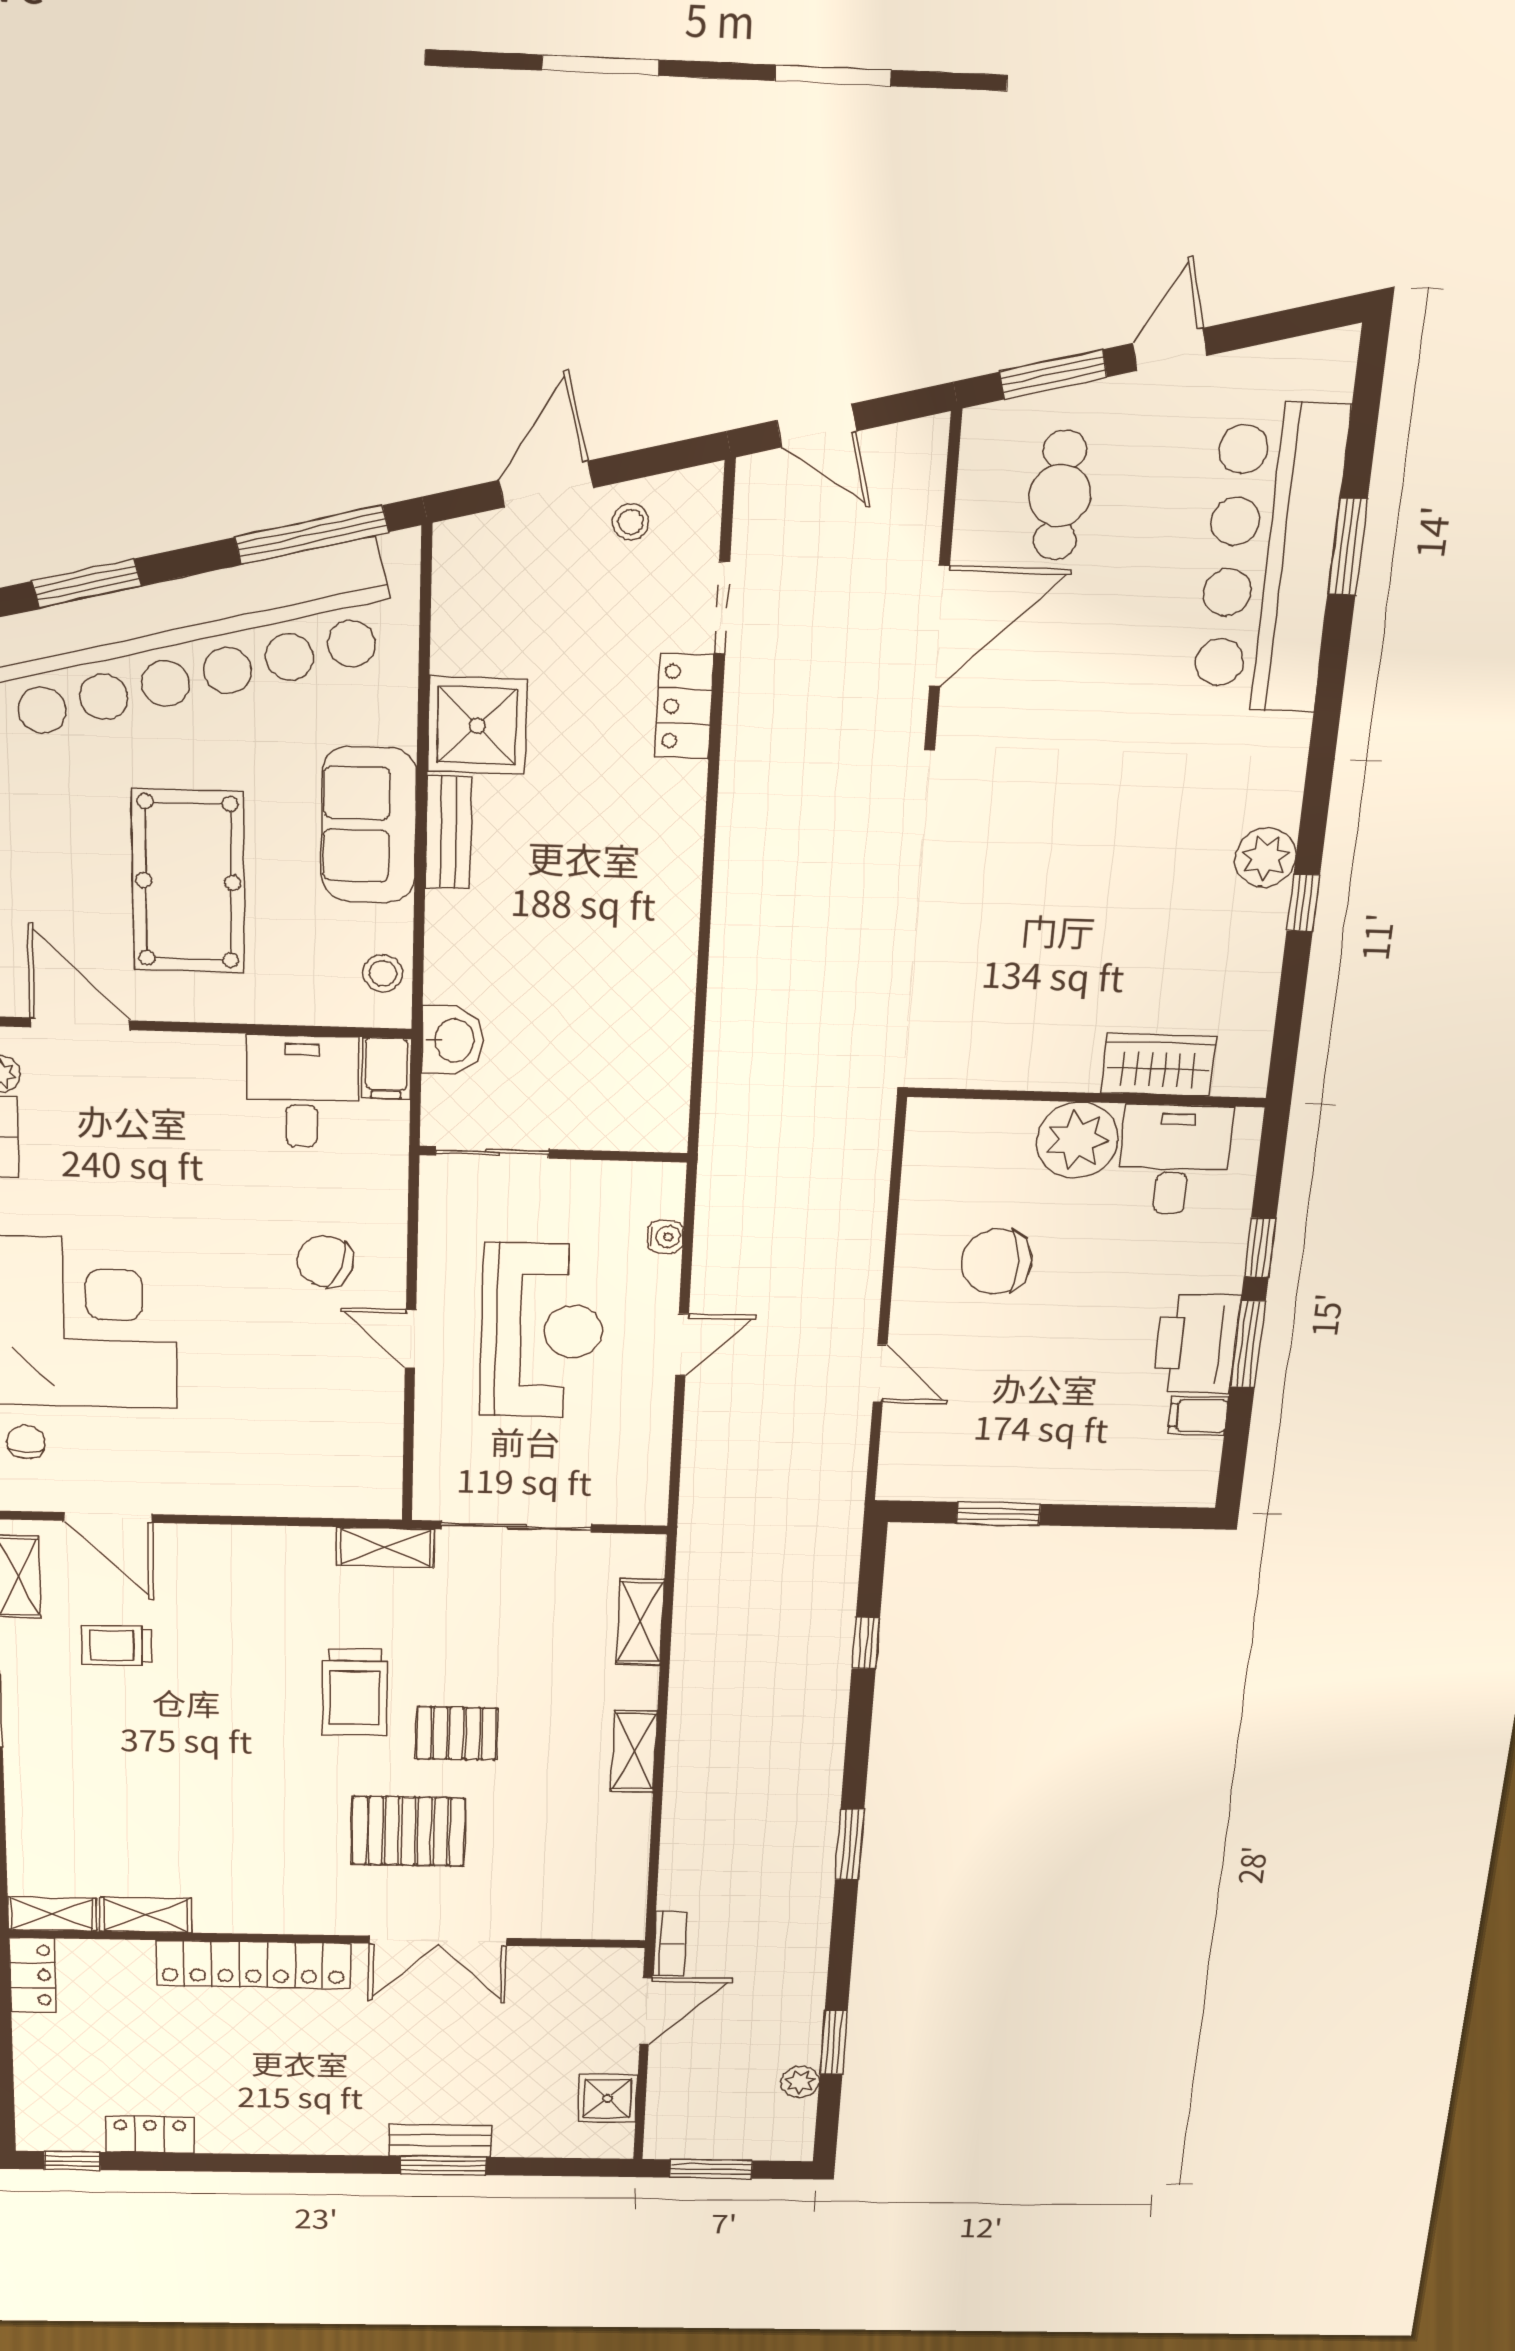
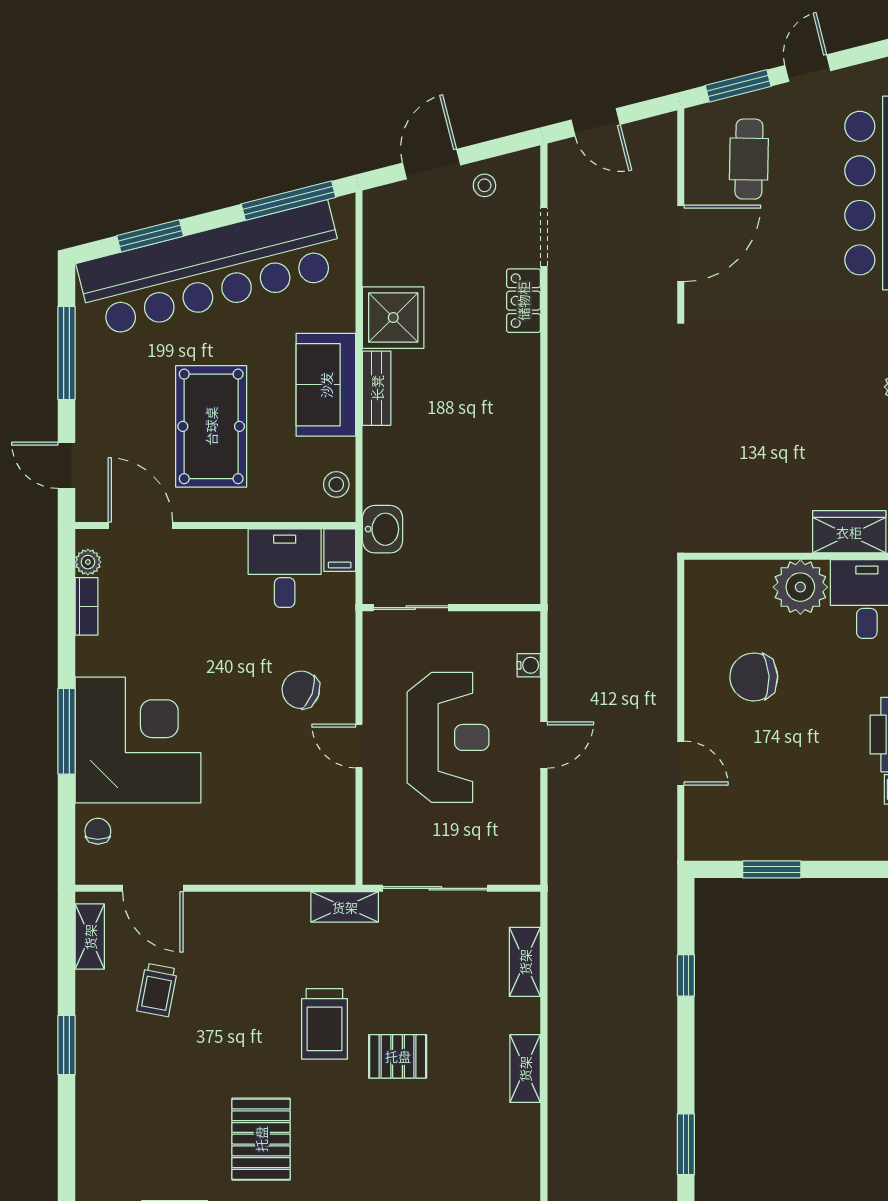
trolley: (117, 1645) -> (157, 990), turned -79
pallet: (408, 1831) -> (261, 1139), moved, turned 90

